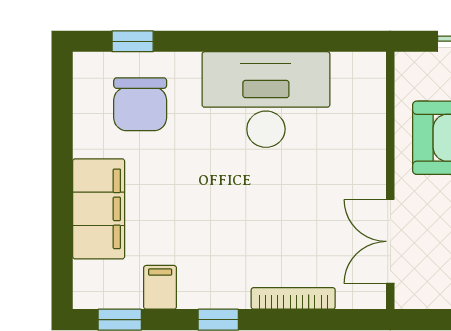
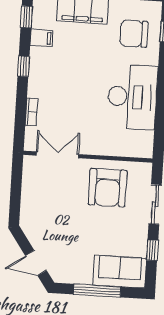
bookcase: (293, 298) -> (31, 112), width x0.64

